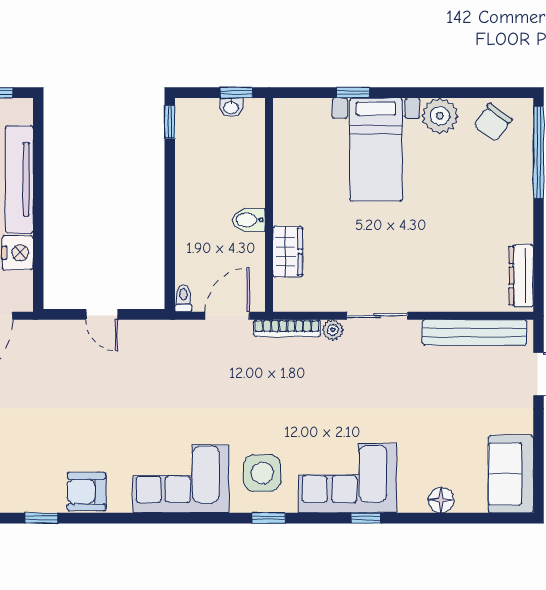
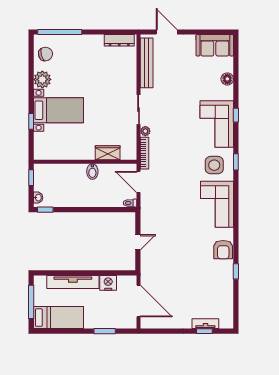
washbasin: (231, 107) -> (38, 198), moved
chair: (493, 123) -> (46, 54), turned -51

